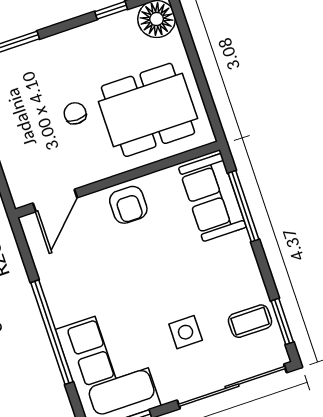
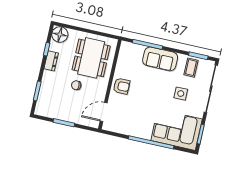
dresser: (93, 34) -> (51, 61), added
sofa: (212, 197) -> (160, 59), moved
door: (55, 200) -> (104, 112), swing flipped

